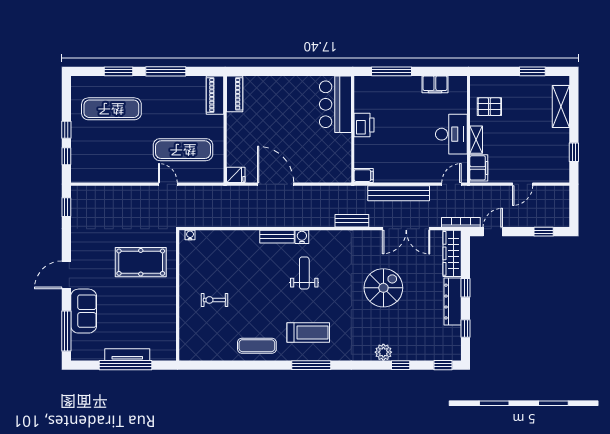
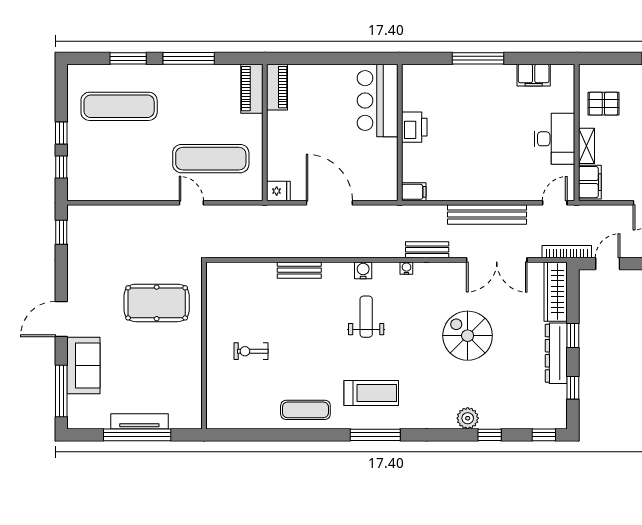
bar counter: (335, 104) -> (378, 100), moved
printer: (364, 125) -> (414, 127), moved
wall: (353, 129) -> (400, 132), moved
filing cabinet: (364, 176) -> (414, 192), moved
water cooler: (190, 235) -> (406, 268), moved
bench: (277, 237) -> (299, 270), moved
spiral stairs: (383, 288) -> (468, 336), turned -90

